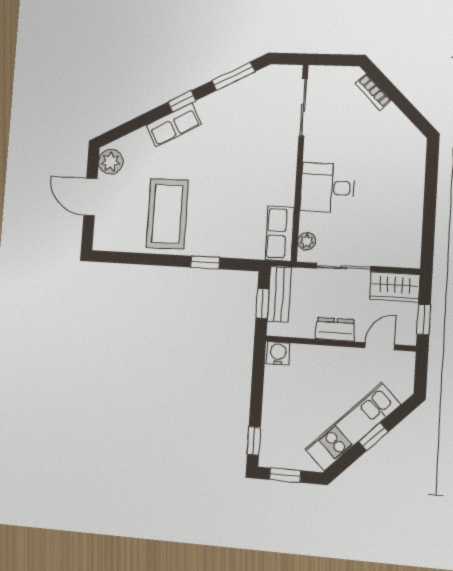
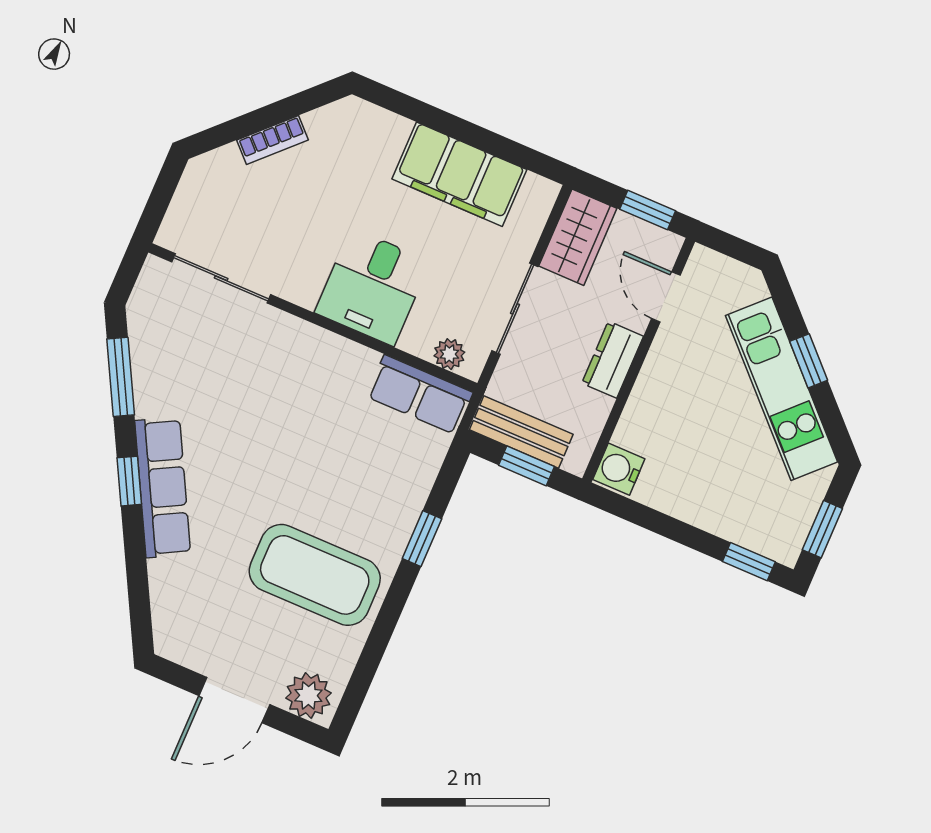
bookcase: (373, 92) -> (273, 140), moved
row of seats: (174, 125) -> (163, 487), width x1.48
plant: (111, 162) -> (308, 695), moved
filing cabinet: (405, 211) -> (459, 174), added

